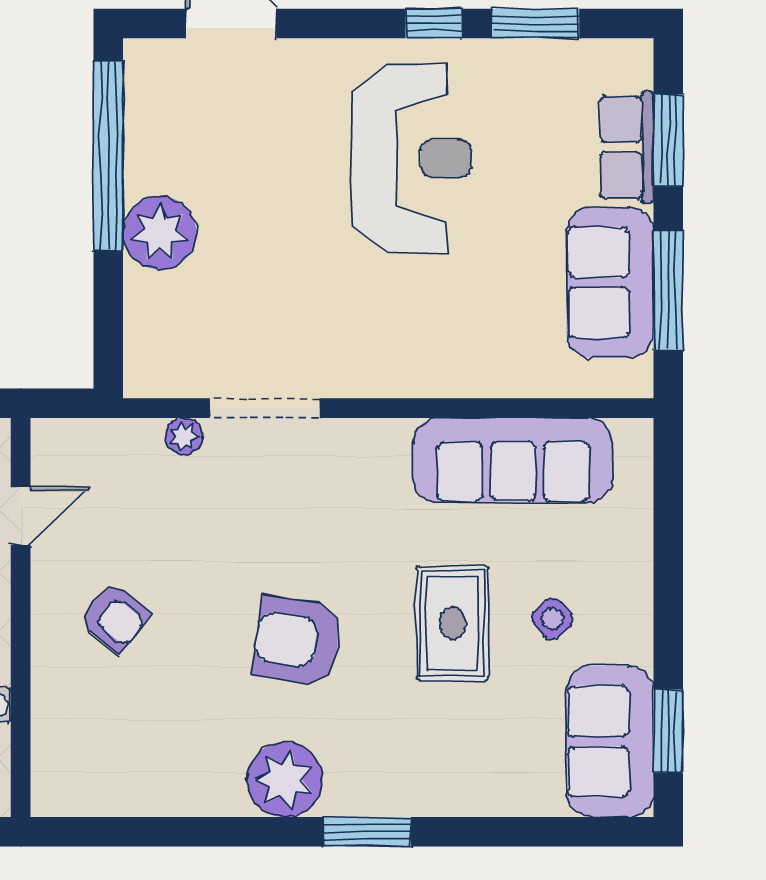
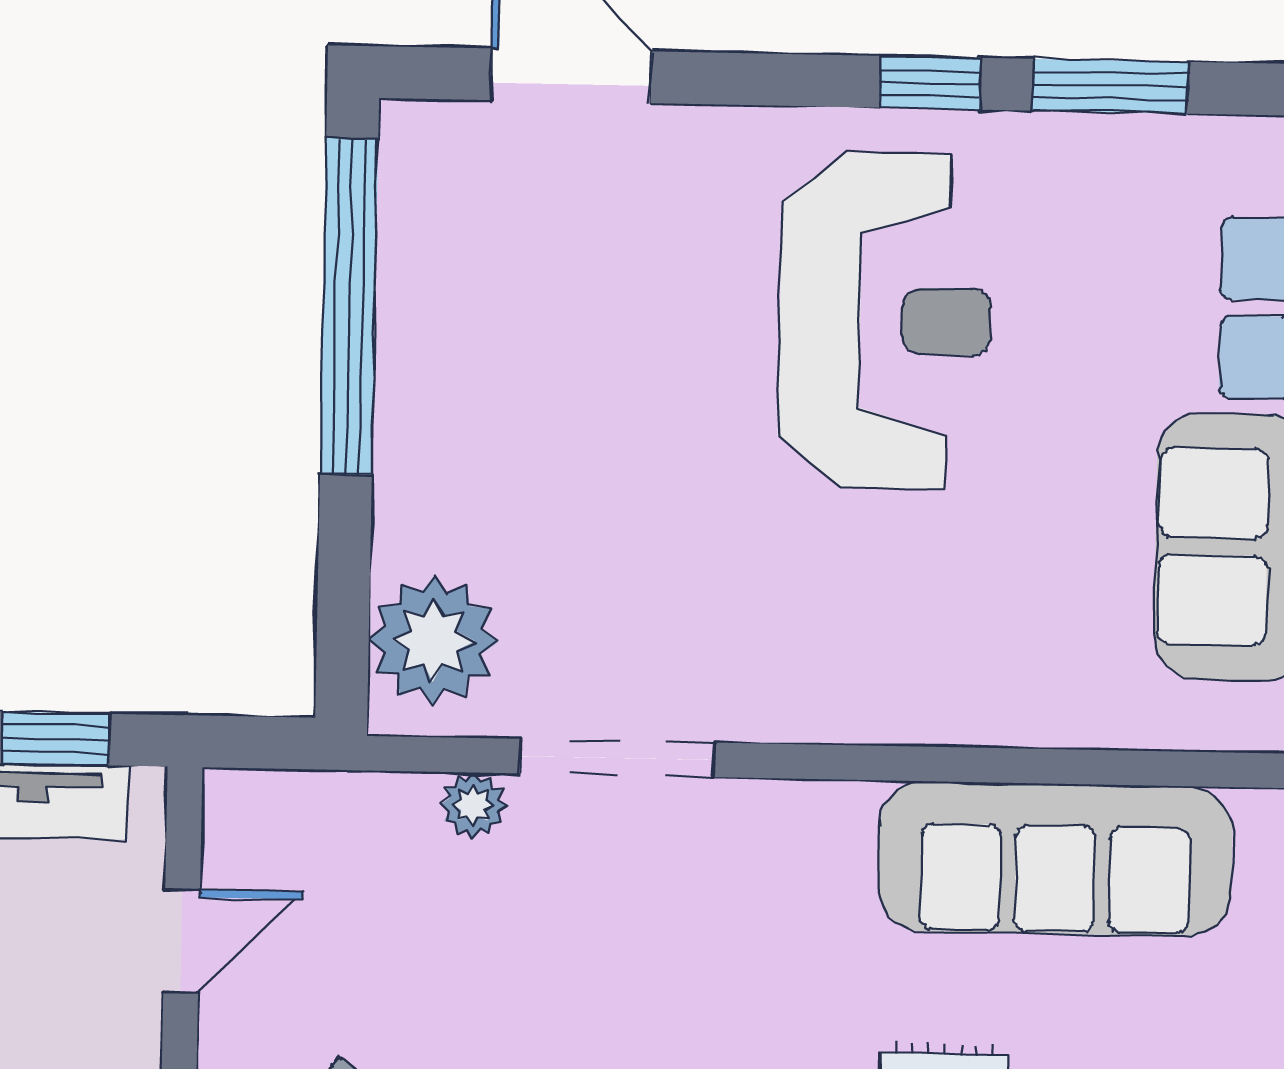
plant: (160, 233) -> (433, 640), moved

